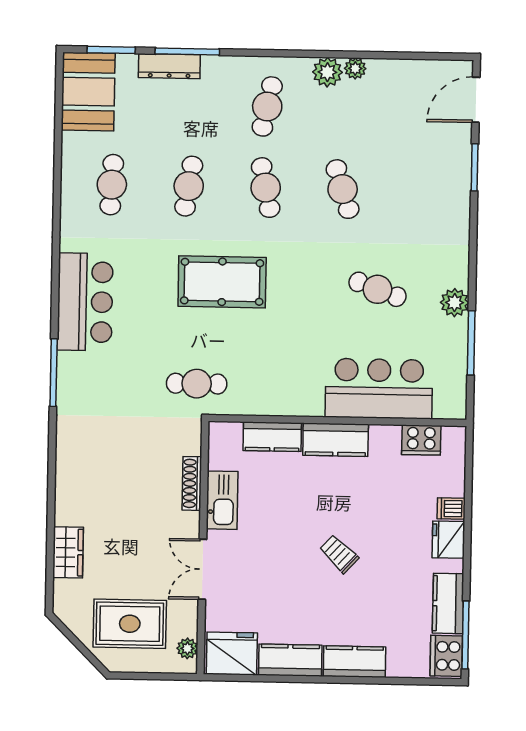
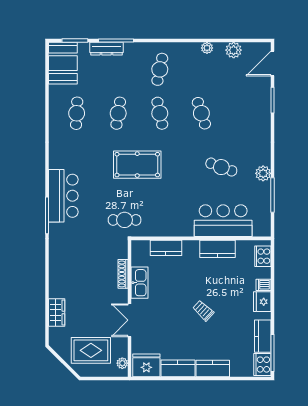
plant: (327, 72) -> (234, 50), moved
bar counter: (85, 302) -> (63, 196), moved
kitchen counter: (336, 440) -> (217, 249), moved
cooker: (421, 440) -> (263, 256), moved, turned 90

